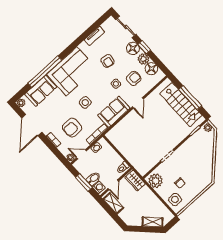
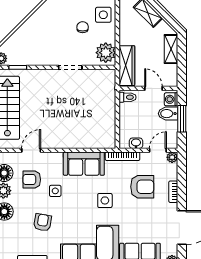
door: (138, 103) -> (31, 150), moved
door: (81, 154) -> (158, 150), swing flipped
wardrobe: (135, 181) -> (127, 66), width x1.50
door: (113, 185) -> (153, 88), hinge flipped
shelving: (113, 203) -> (171, 49), moved

